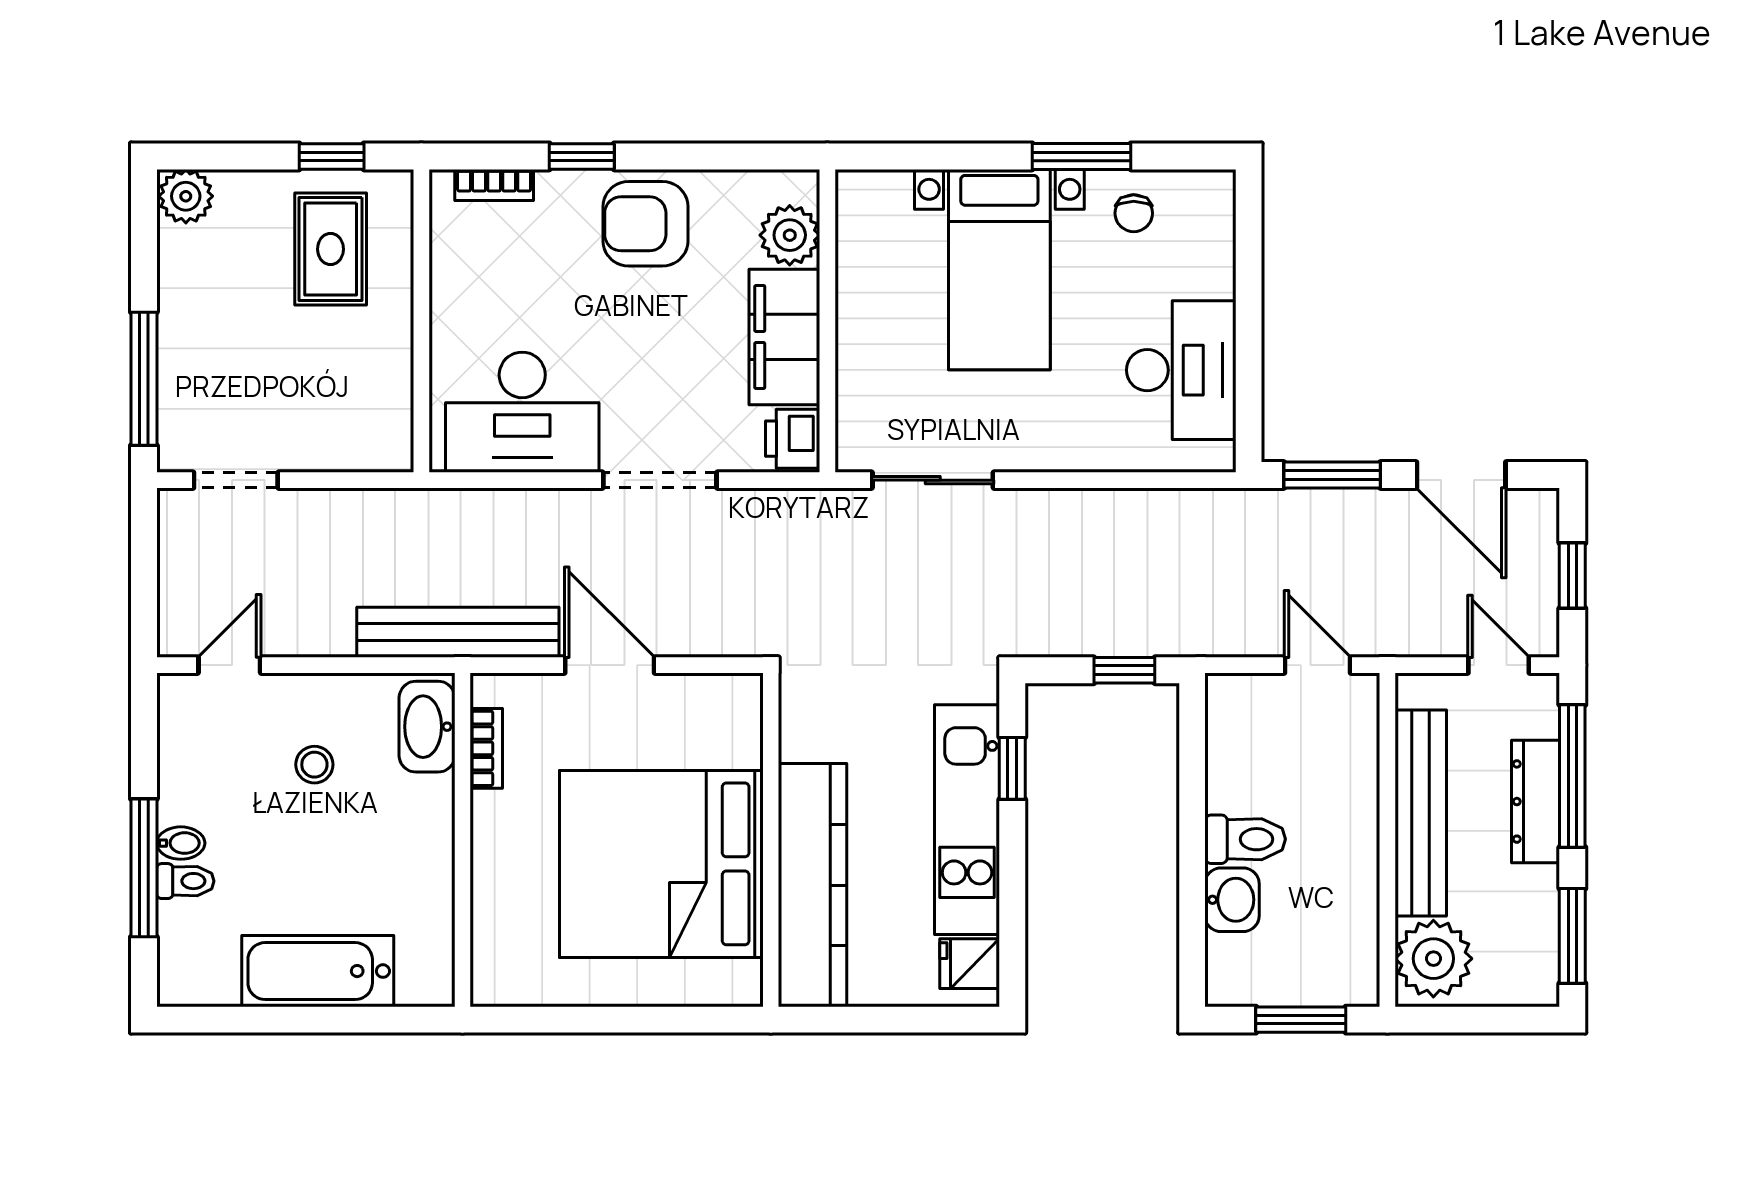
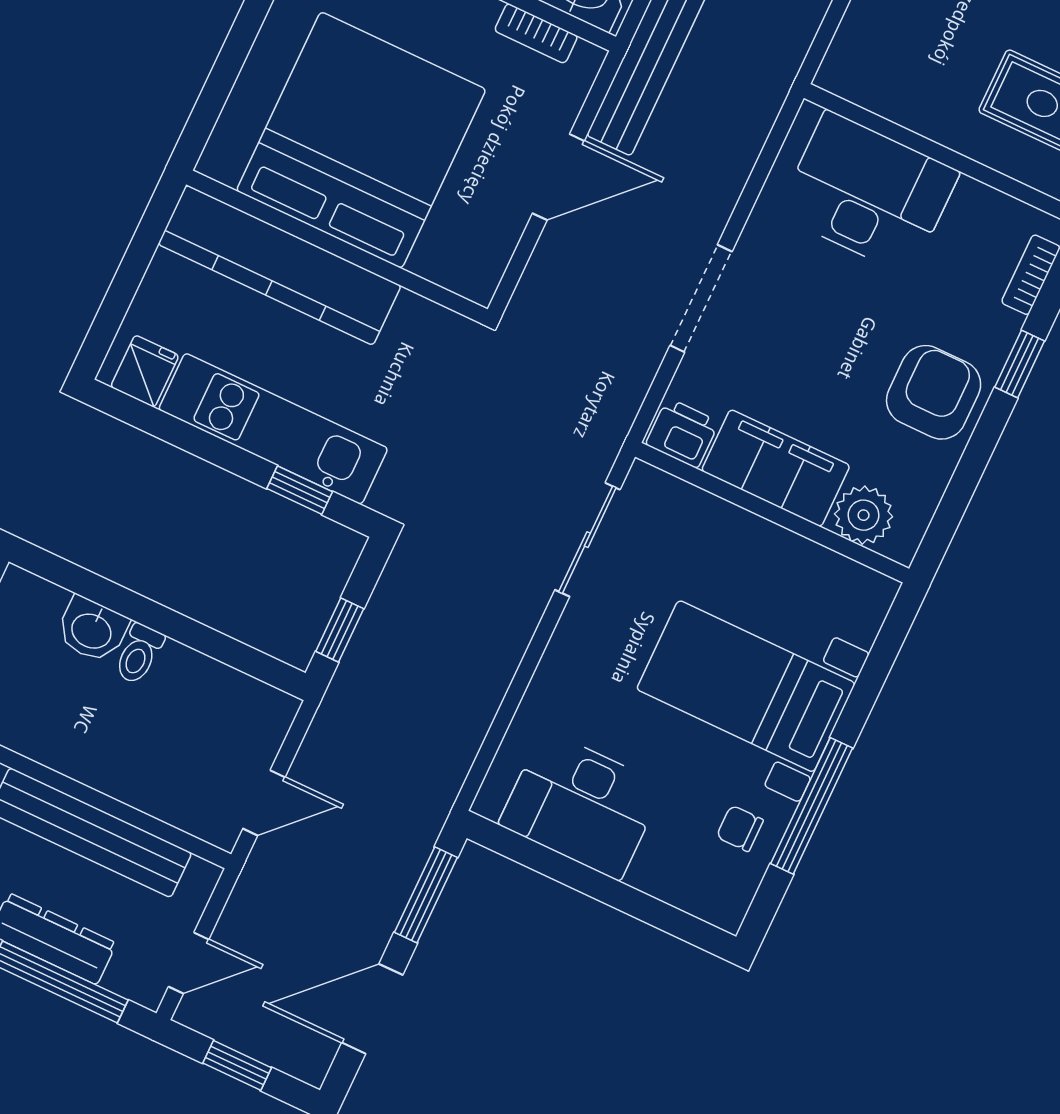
window: (1082, 156) -> (812, 806), width x1.44
desk: (522, 412) -> (868, 193), moved, turned 90
toilet: (1245, 839) -> (139, 654), width x0.73, depth x0.72

